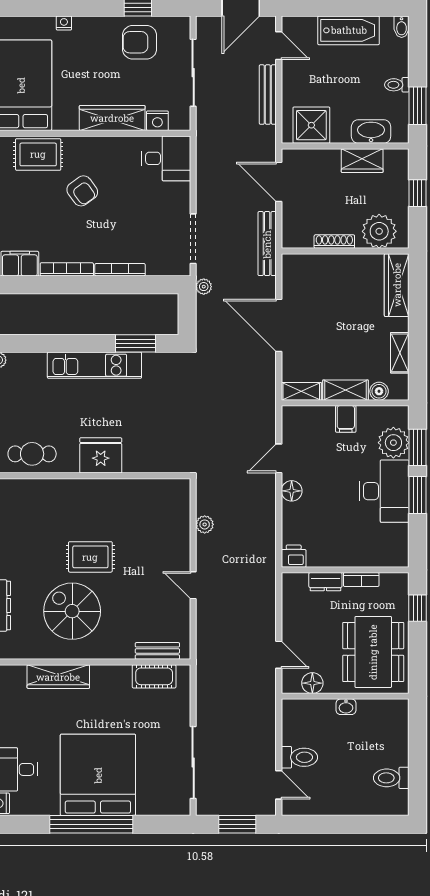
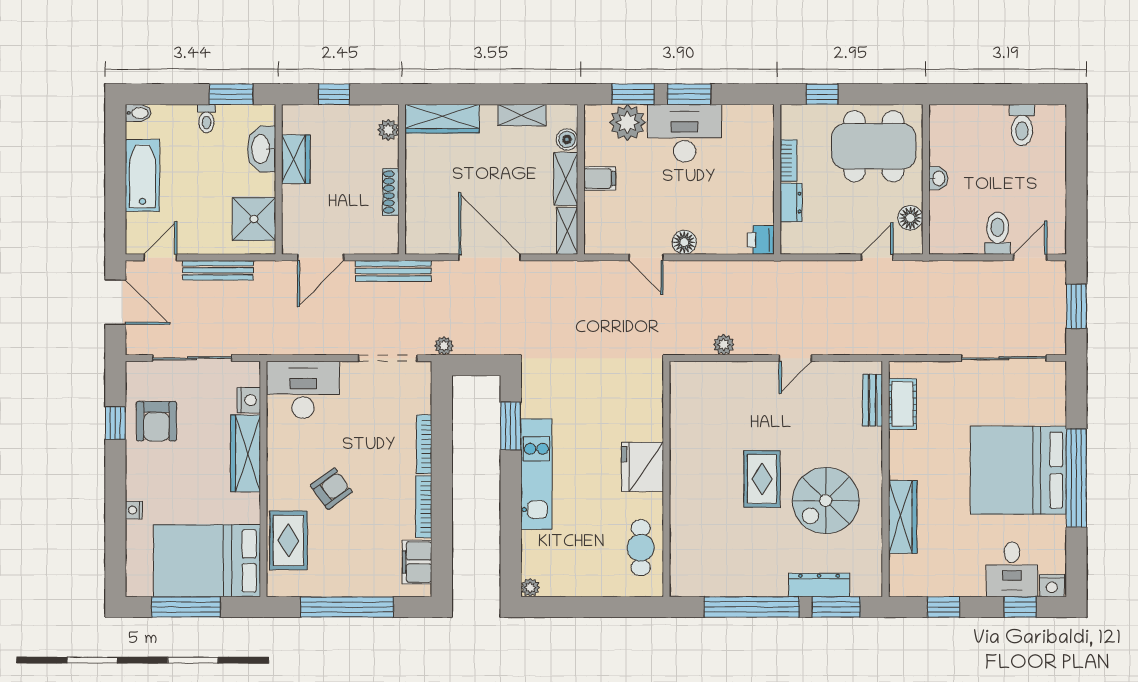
desk: (166, 158) -> (303, 390), width x1.37
plant: (379, 231) -> (388, 130), width x0.53, depth x0.53
door: (279, 325) -> (490, 257), swing flipped

